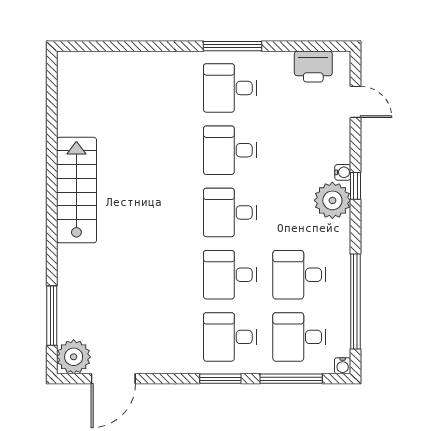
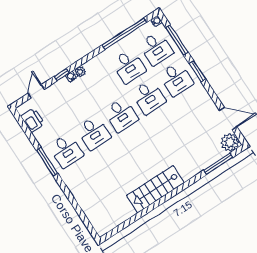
window: (356, 186) -> (62, 75), moved
plant: (332, 200) -> (80, 72), width x0.53, depth x0.53

